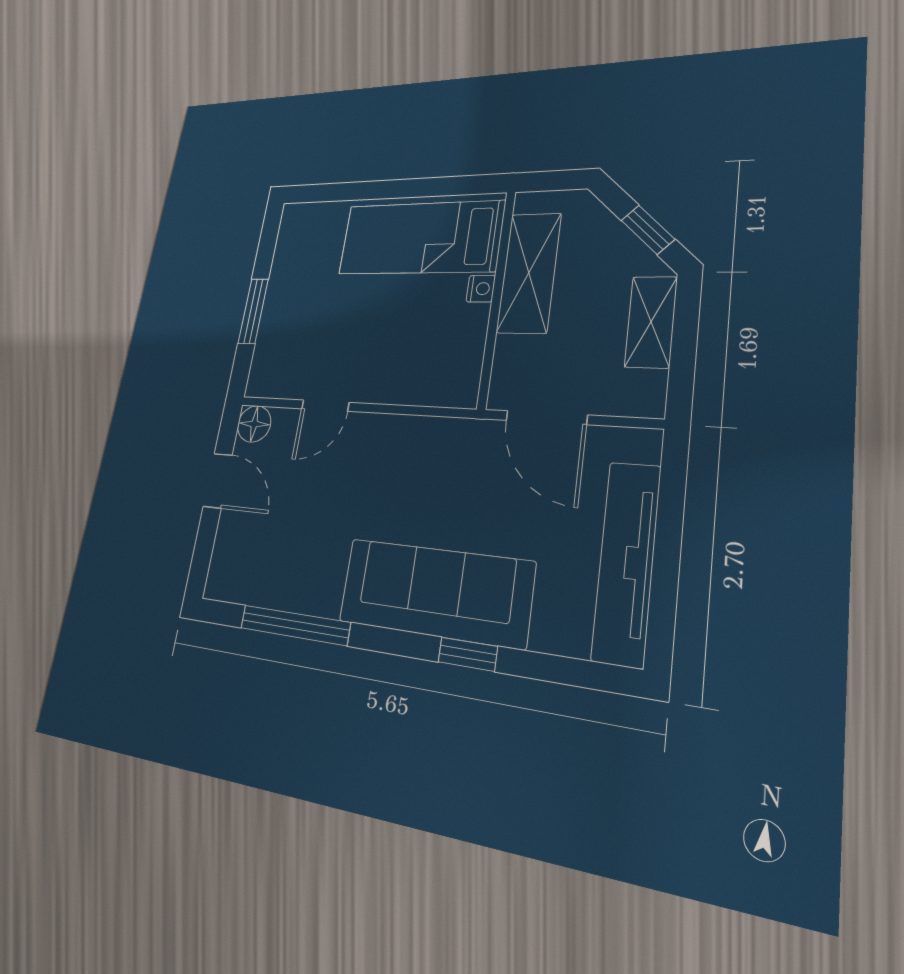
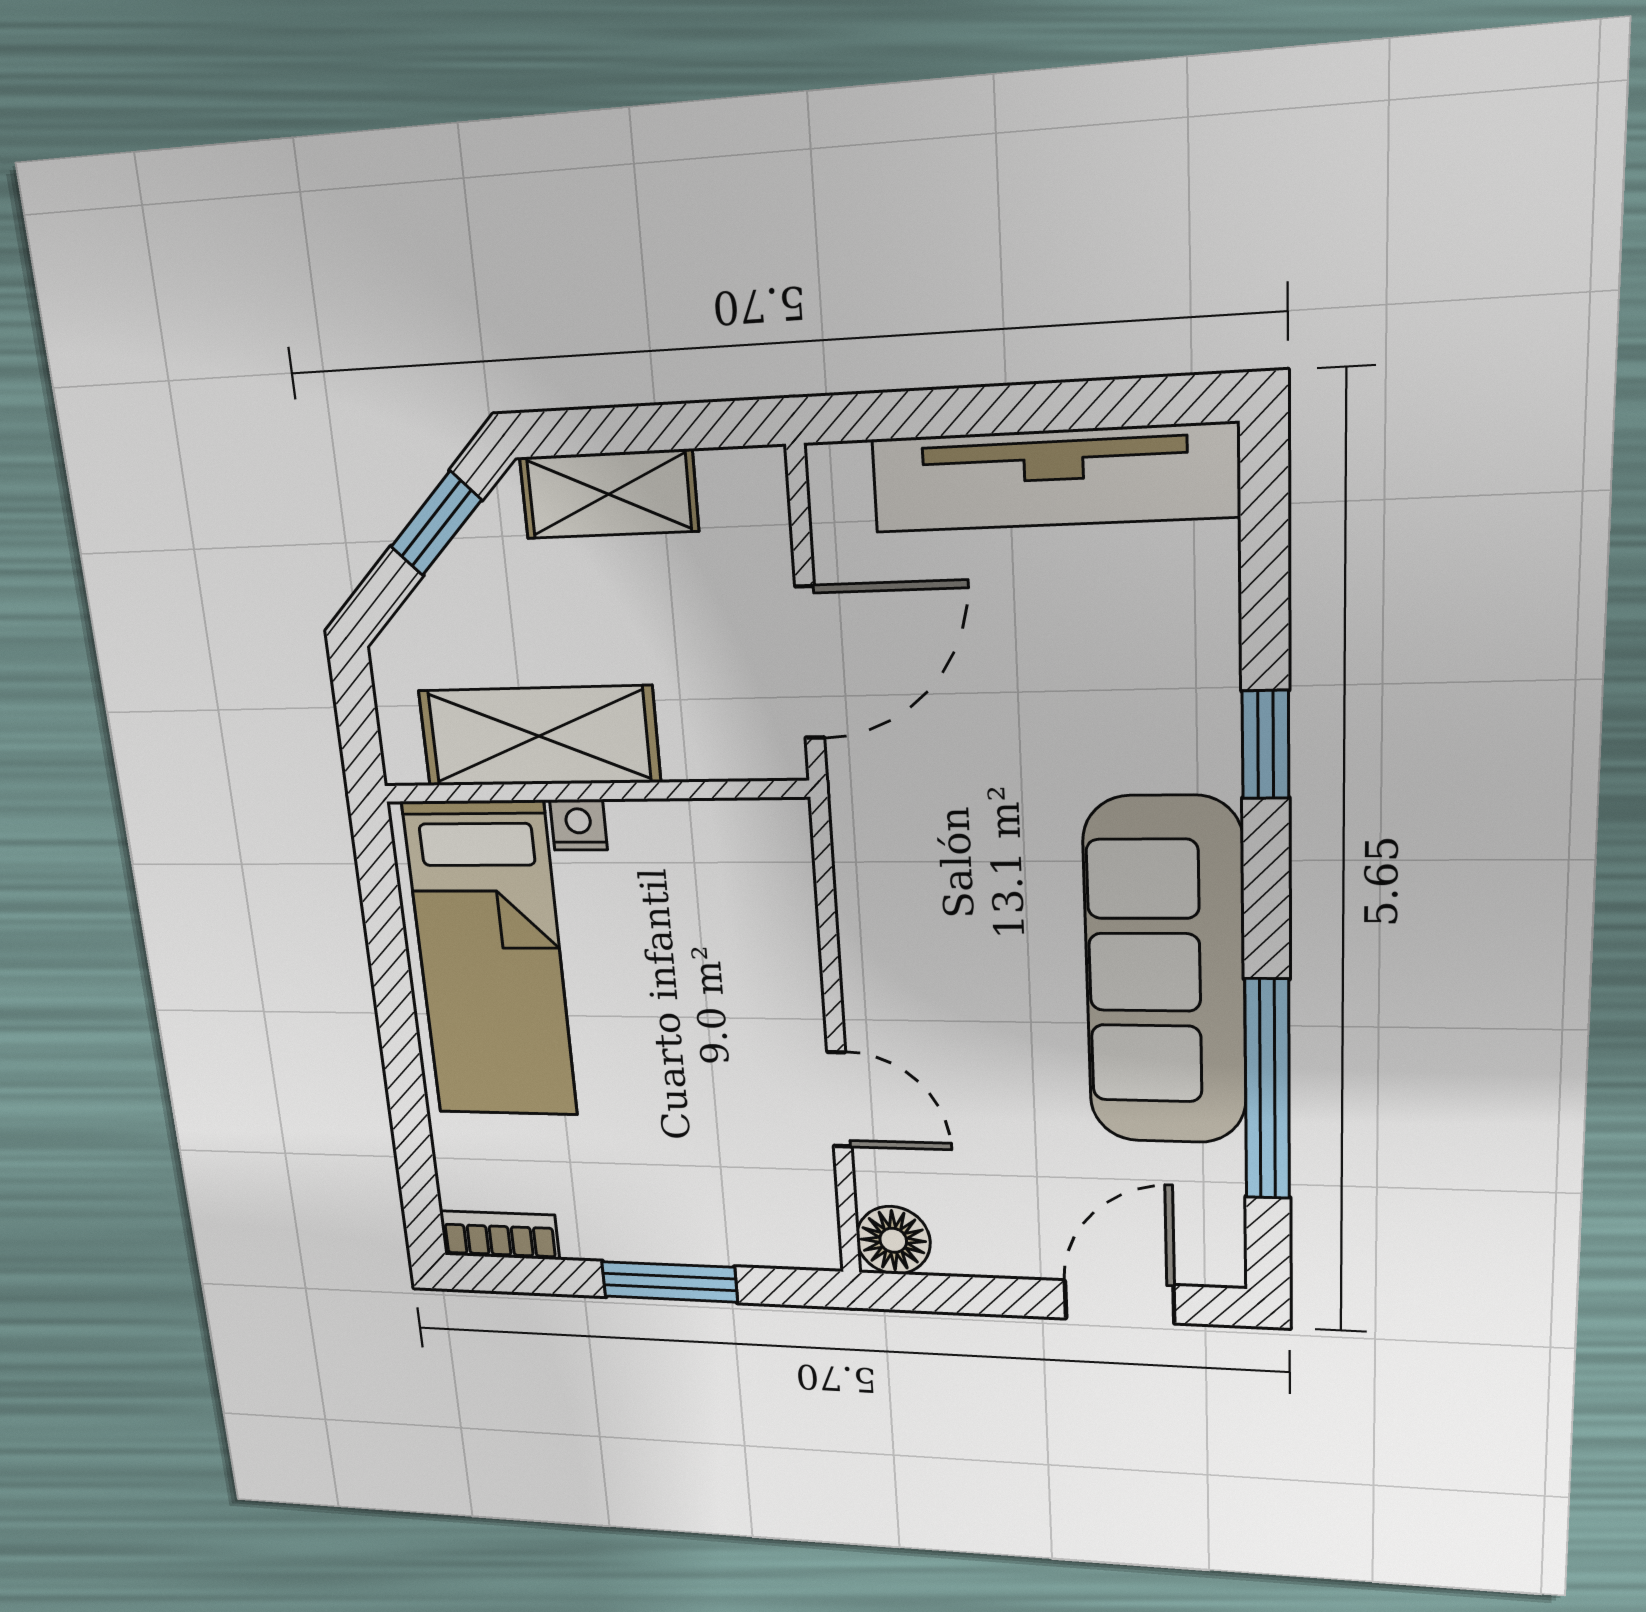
bookcase: (289, 230) -> (499, 1235), added
door: (218, 481) -> (1119, 1302), moved
sofa: (435, 592) -> (1165, 972), moved

